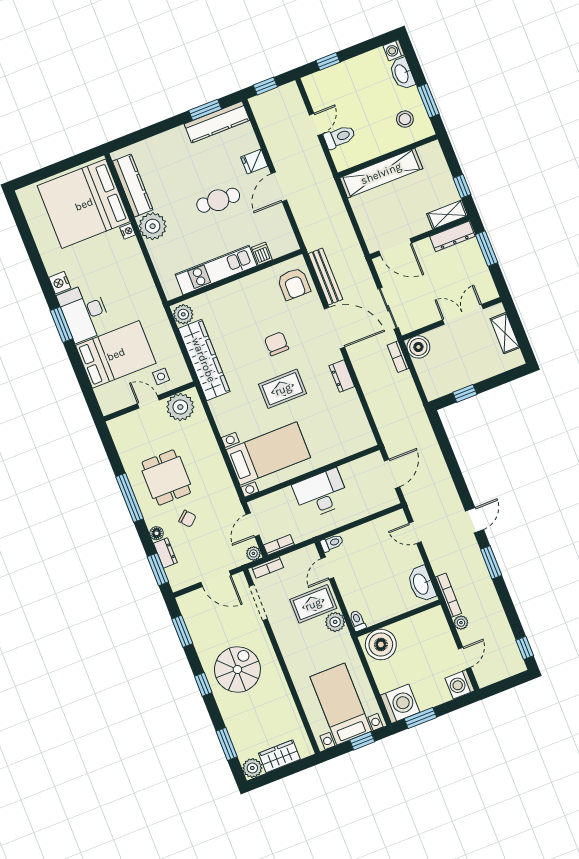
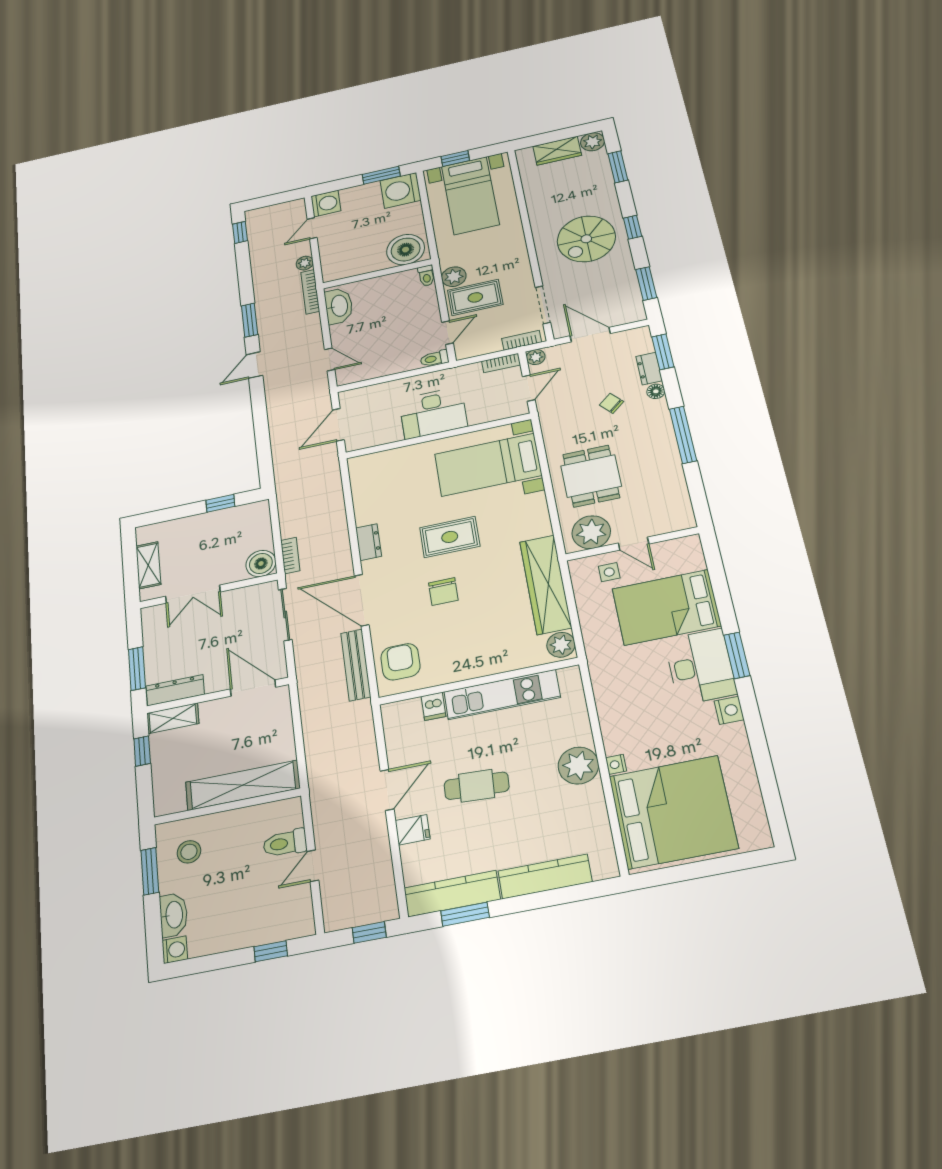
kitchen counter: (133, 185) -> (545, 876), moved, turned 90
dining table: (166, 478) -> (591, 476), moved

